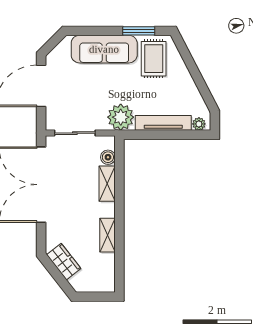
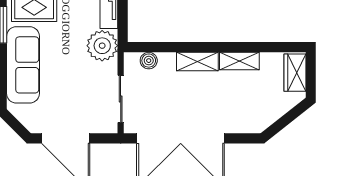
shelving: (107, 184) -> (197, 61), moved
wardrobe: (64, 262) -> (295, 73), moved, turned -52

